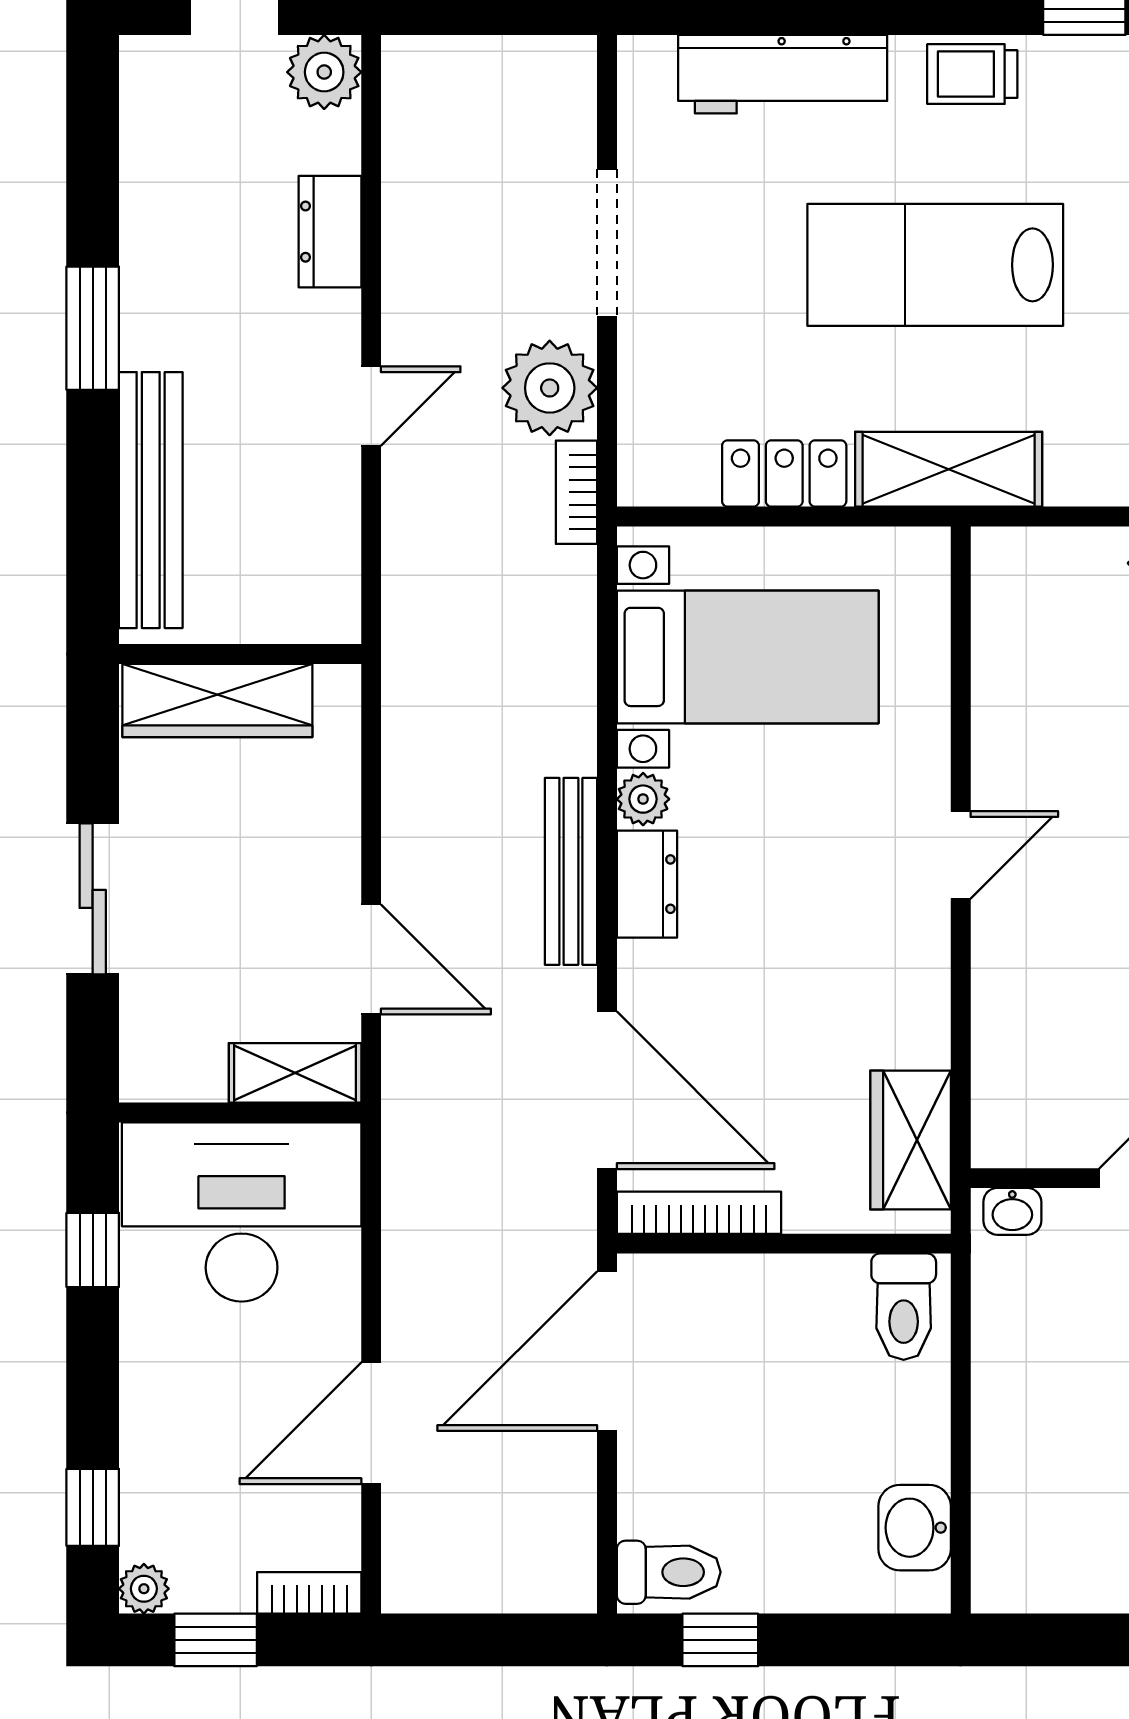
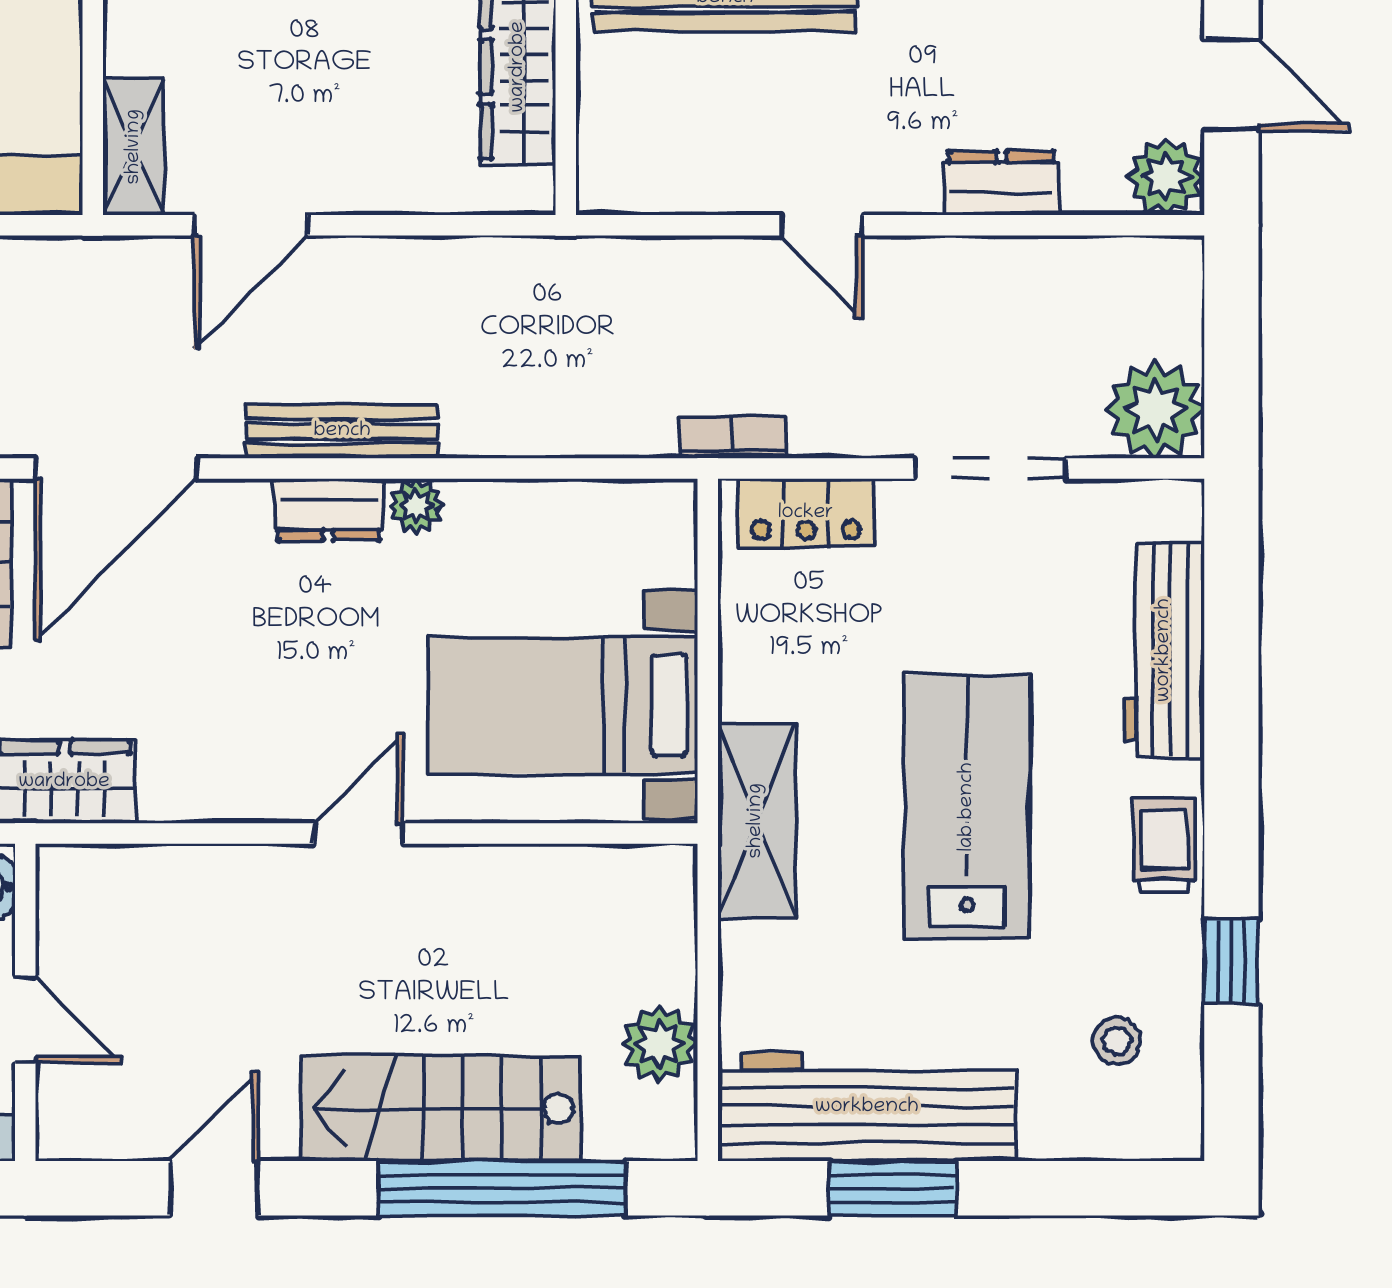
plant: (550, 388) -> (1155, 410), moved
locker: (784, 473) -> (806, 513), moved, turned 90
bed with nightstands: (748, 657) -> (563, 705), moved, turned 90
door: (961, 855) -> (359, 833), swing flipped

